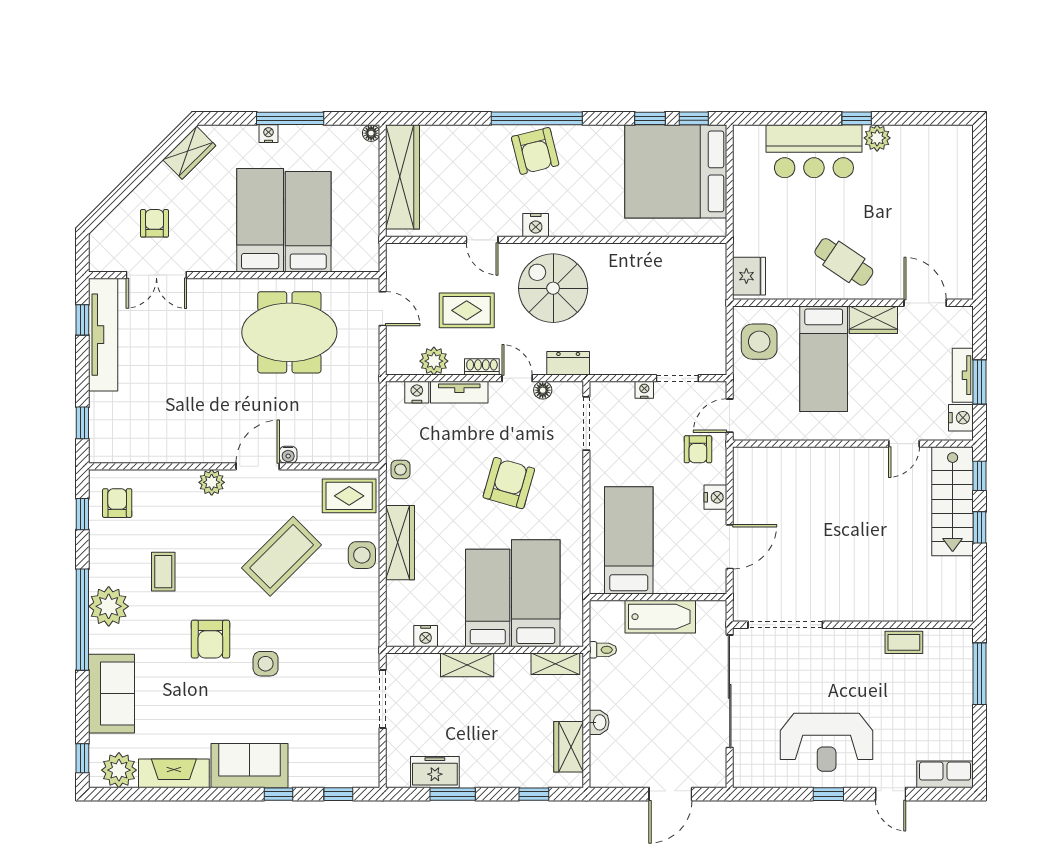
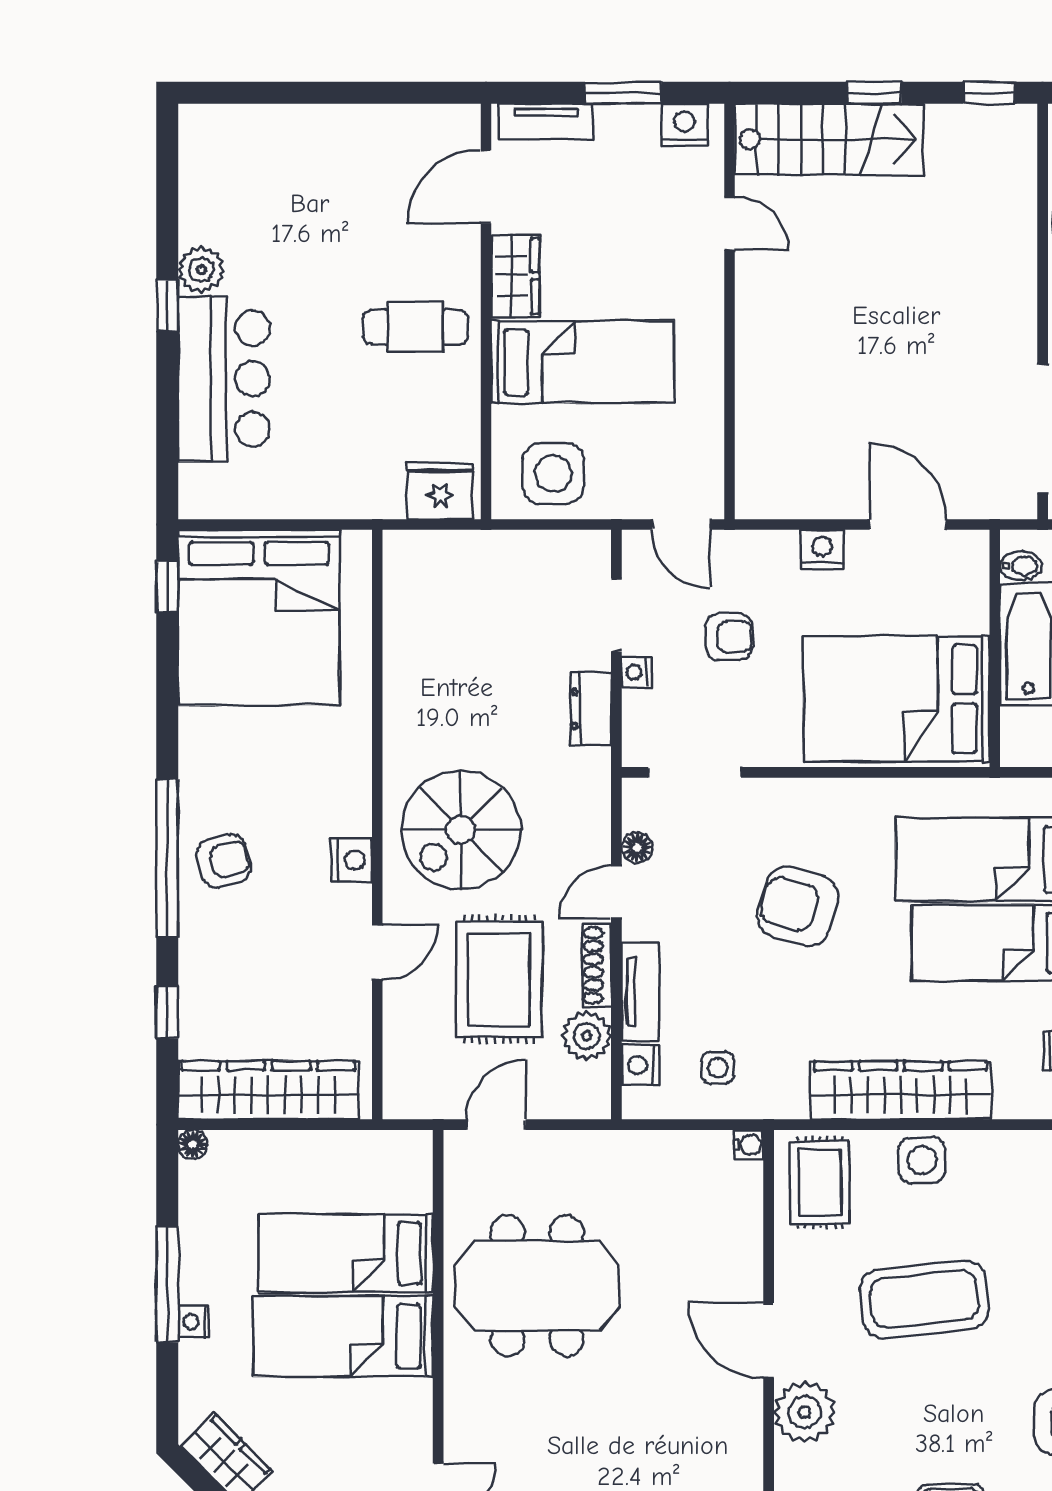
window: (650, 118) -> (167, 1012), moved
armchair: (535, 151) -> (224, 861), width x0.72, depth x0.72
cafe table: (844, 262) -> (415, 327), turned 56
rug: (467, 310) -> (499, 979), width x1.36, depth x1.43
meeting table: (289, 332) -> (537, 1286), turned 90
dresser: (568, 363) -> (591, 709), moved
shoe rack: (482, 367) -> (597, 966), width x1.43
tv unit: (963, 375) -> (546, 121), moved
armchair: (698, 449) -> (729, 637), moved
water cooler: (288, 455) -> (749, 1145), moved
side table: (400, 470) -> (718, 1068), moved
window: (979, 476) -> (989, 93), moved
plant: (212, 482) -> (805, 1412), width x1.36, depth x1.36
bed: (629, 540) -> (897, 699), width x1.50
wardrobe: (400, 543) -> (901, 1090), width x1.40, depth x1.17
coffee table: (282, 556) -> (924, 1299), turned -51
bidet: (706, 612) -> (1021, 566), added

